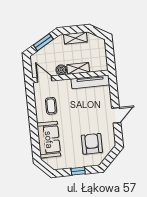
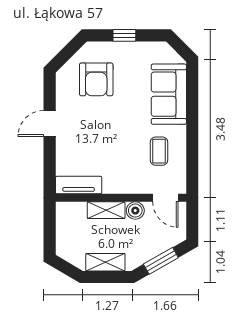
tv unit: (90, 82) -> (79, 185), width x0.71

